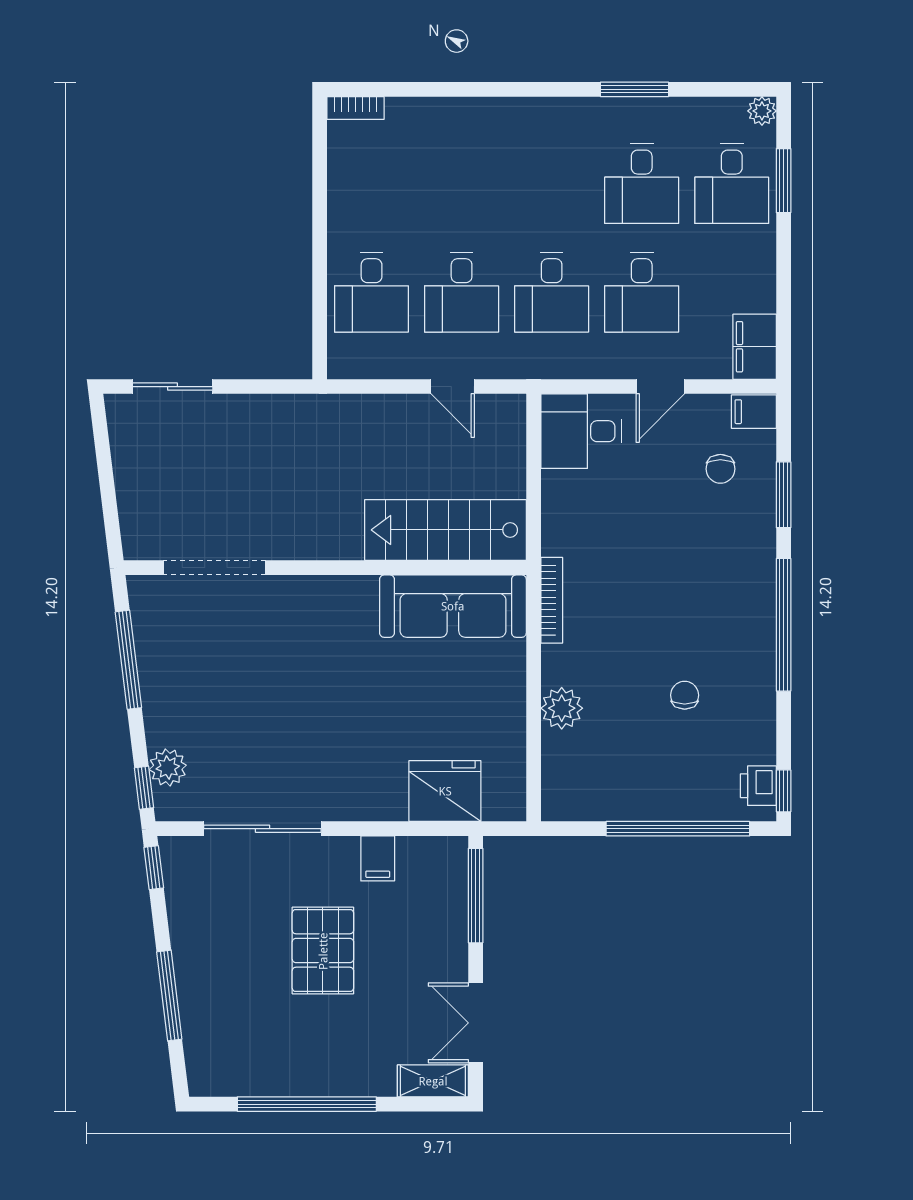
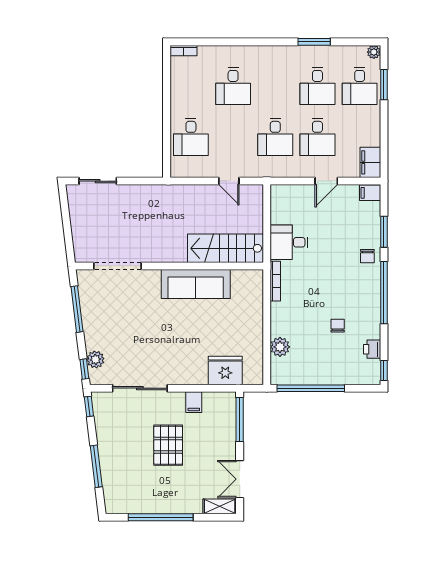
desk: (462, 292) -> (233, 86), moved
desk: (581, 431) -> (289, 242), moved
chair: (720, 469) -> (367, 256), moved
sofa: (453, 606) -> (196, 284), moved
plant: (562, 708) -> (280, 347), moved
printer: (758, 786) -> (372, 349), moved
window: (678, 829) -> (311, 388), moved

